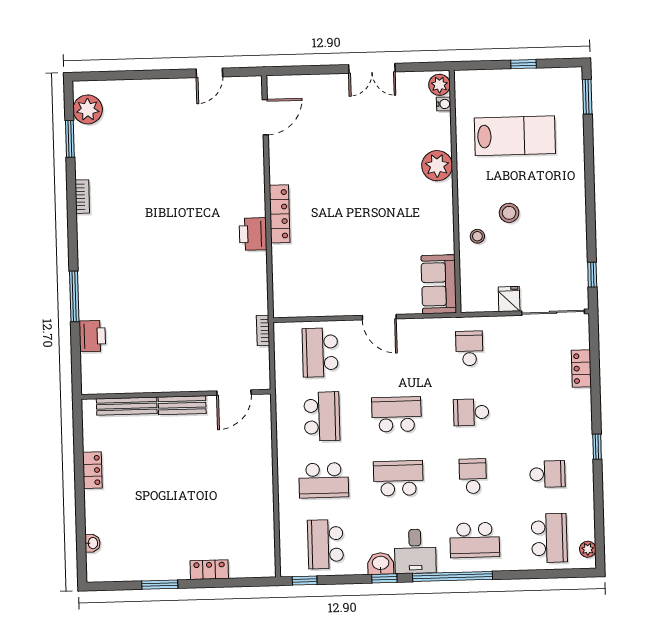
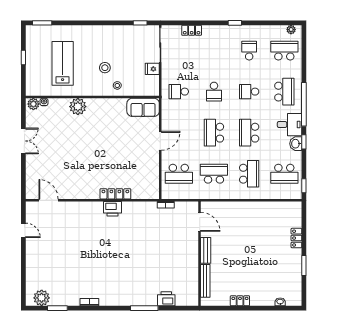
locker: (280, 214) -> (115, 194), moved

